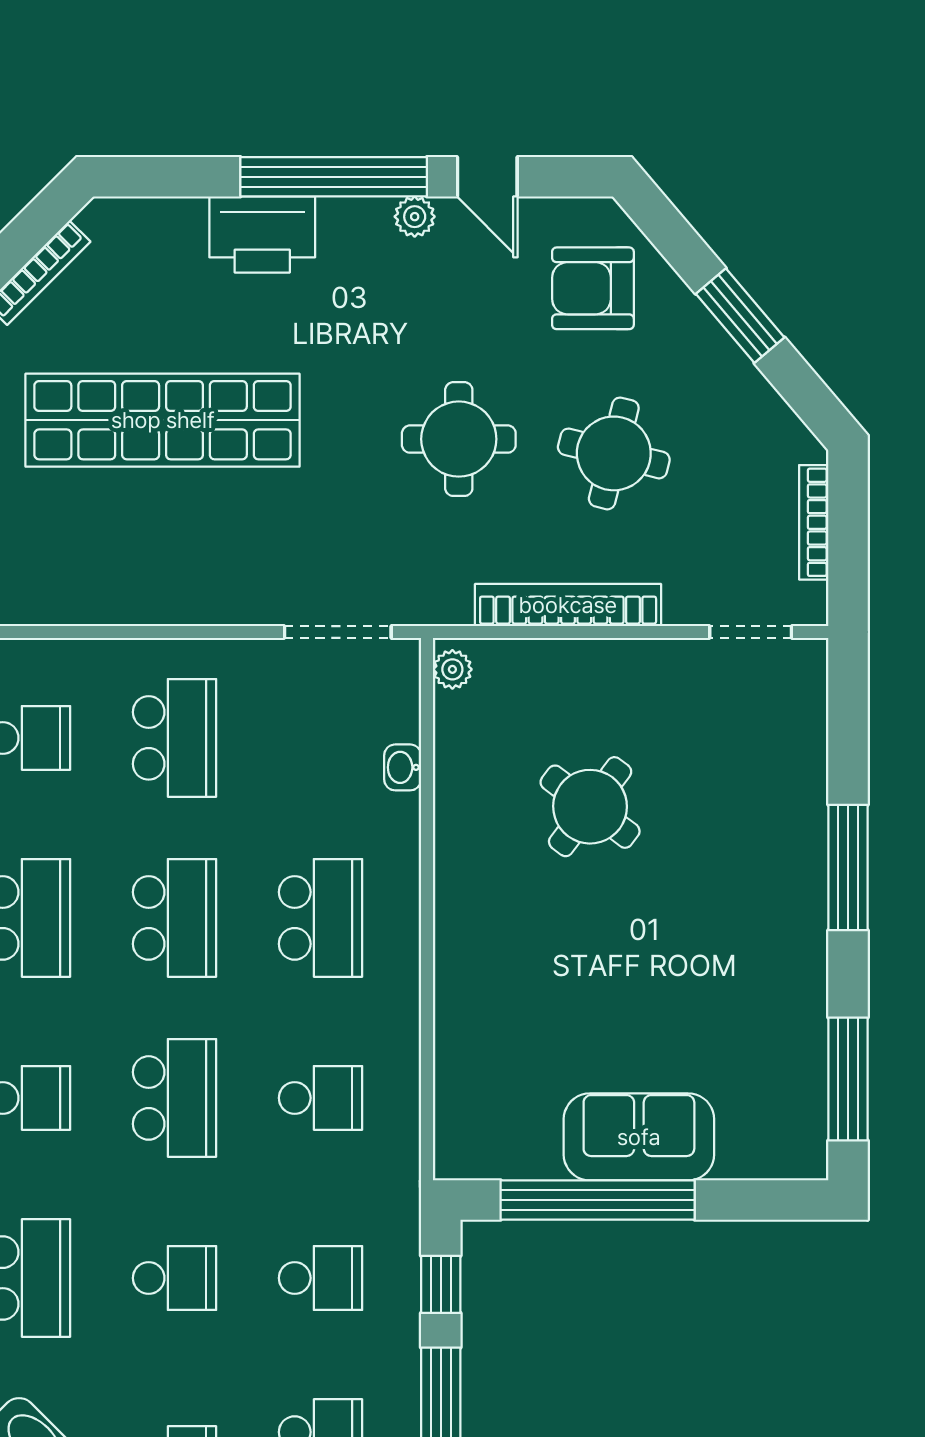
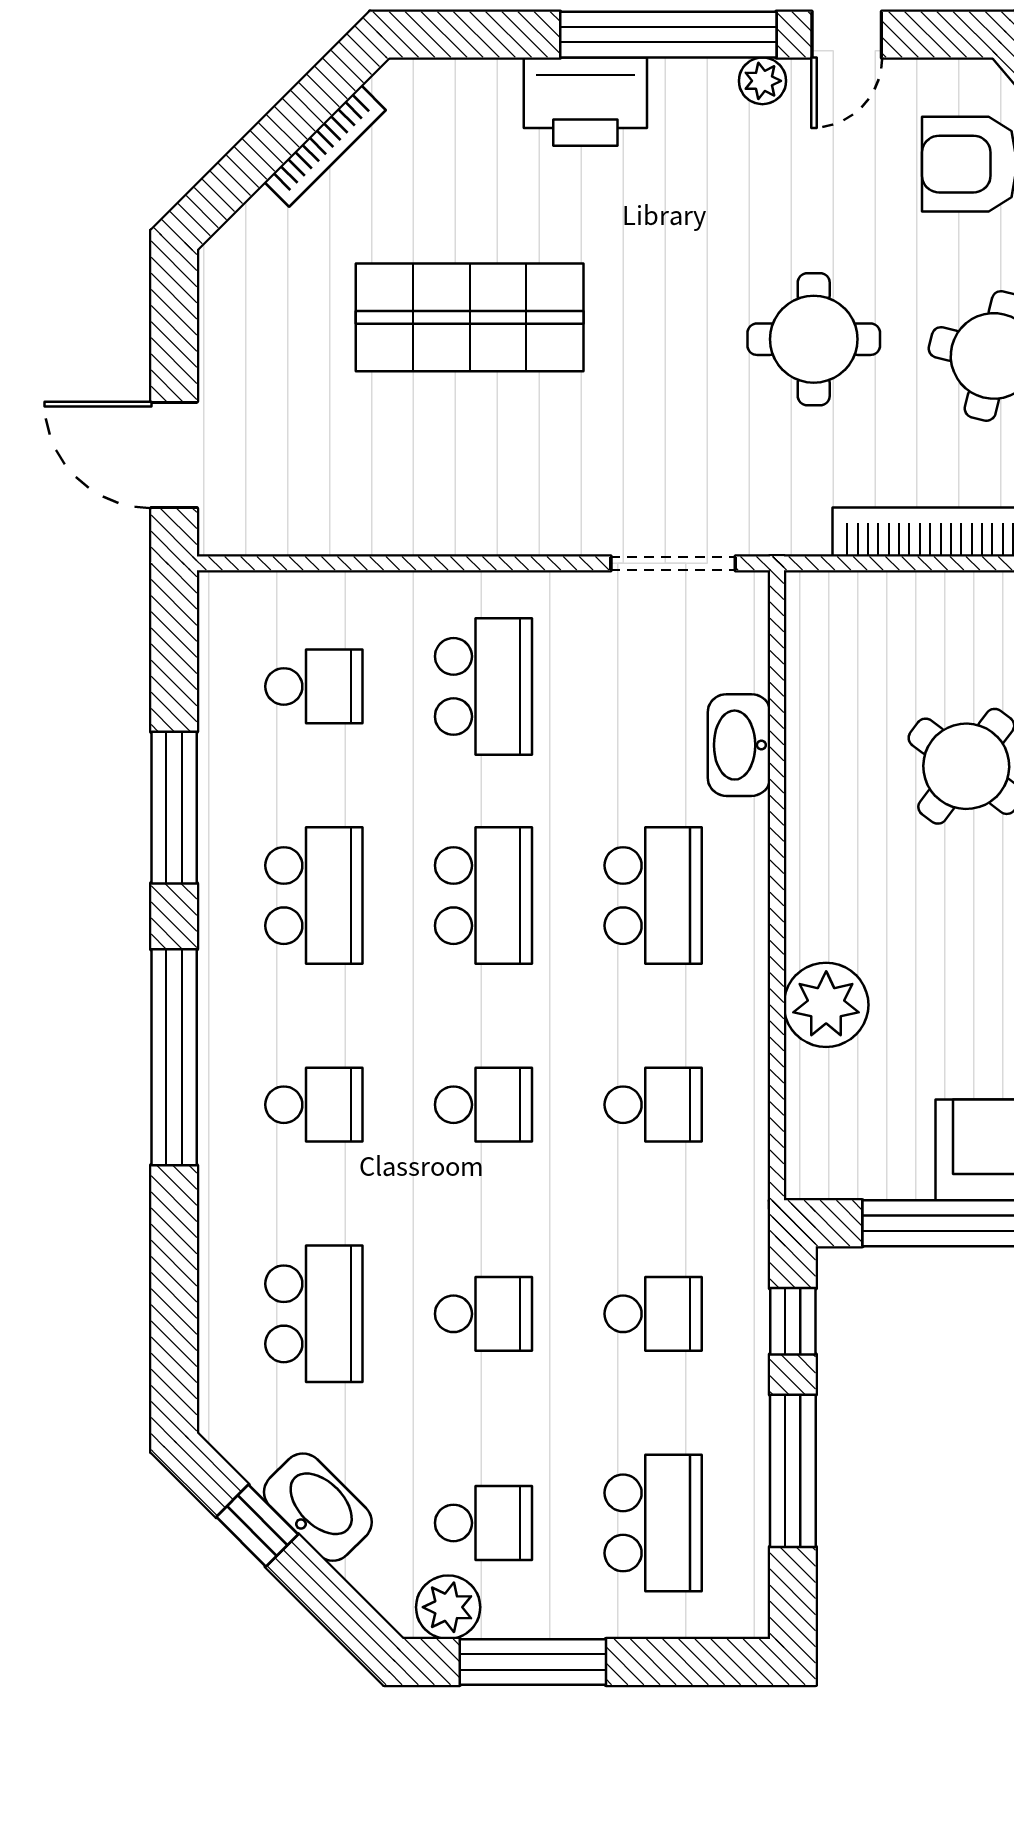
door: (487, 177) -> (847, 35), hinge flipped
shop shelf: (163, 420) -> (470, 317), width x0.71
plant: (452, 669) -> (826, 1005), moved, width x1.87, depth x1.87
washbasin: (403, 767) -> (739, 745), width x1.91, depth x1.45
school desk: (175, 1098) -> (483, 1105), width x0.54

